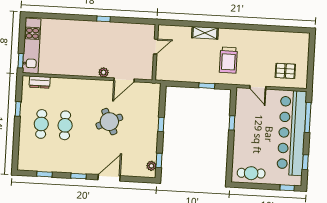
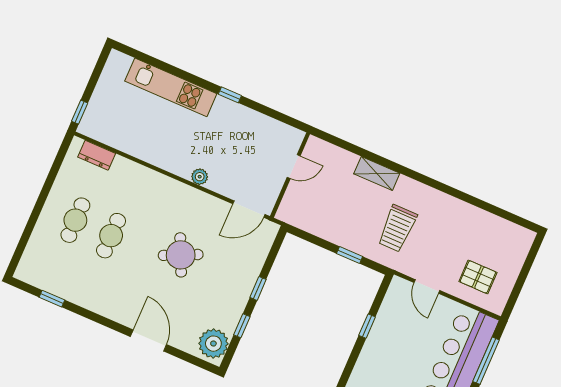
kitchen unit: (32, 46) -> (171, 87), moved, turned 90
door: (124, 80) -> (249, 209), moved
window: (18, 109) -> (48, 184), removed
window: (159, 160) -> (242, 326), moved
plant: (151, 166) -> (213, 344), width x1.87, depth x1.87
window: (78, 176) -> (103, 321), removed
door: (109, 178) -> (148, 341), hinge flipped

